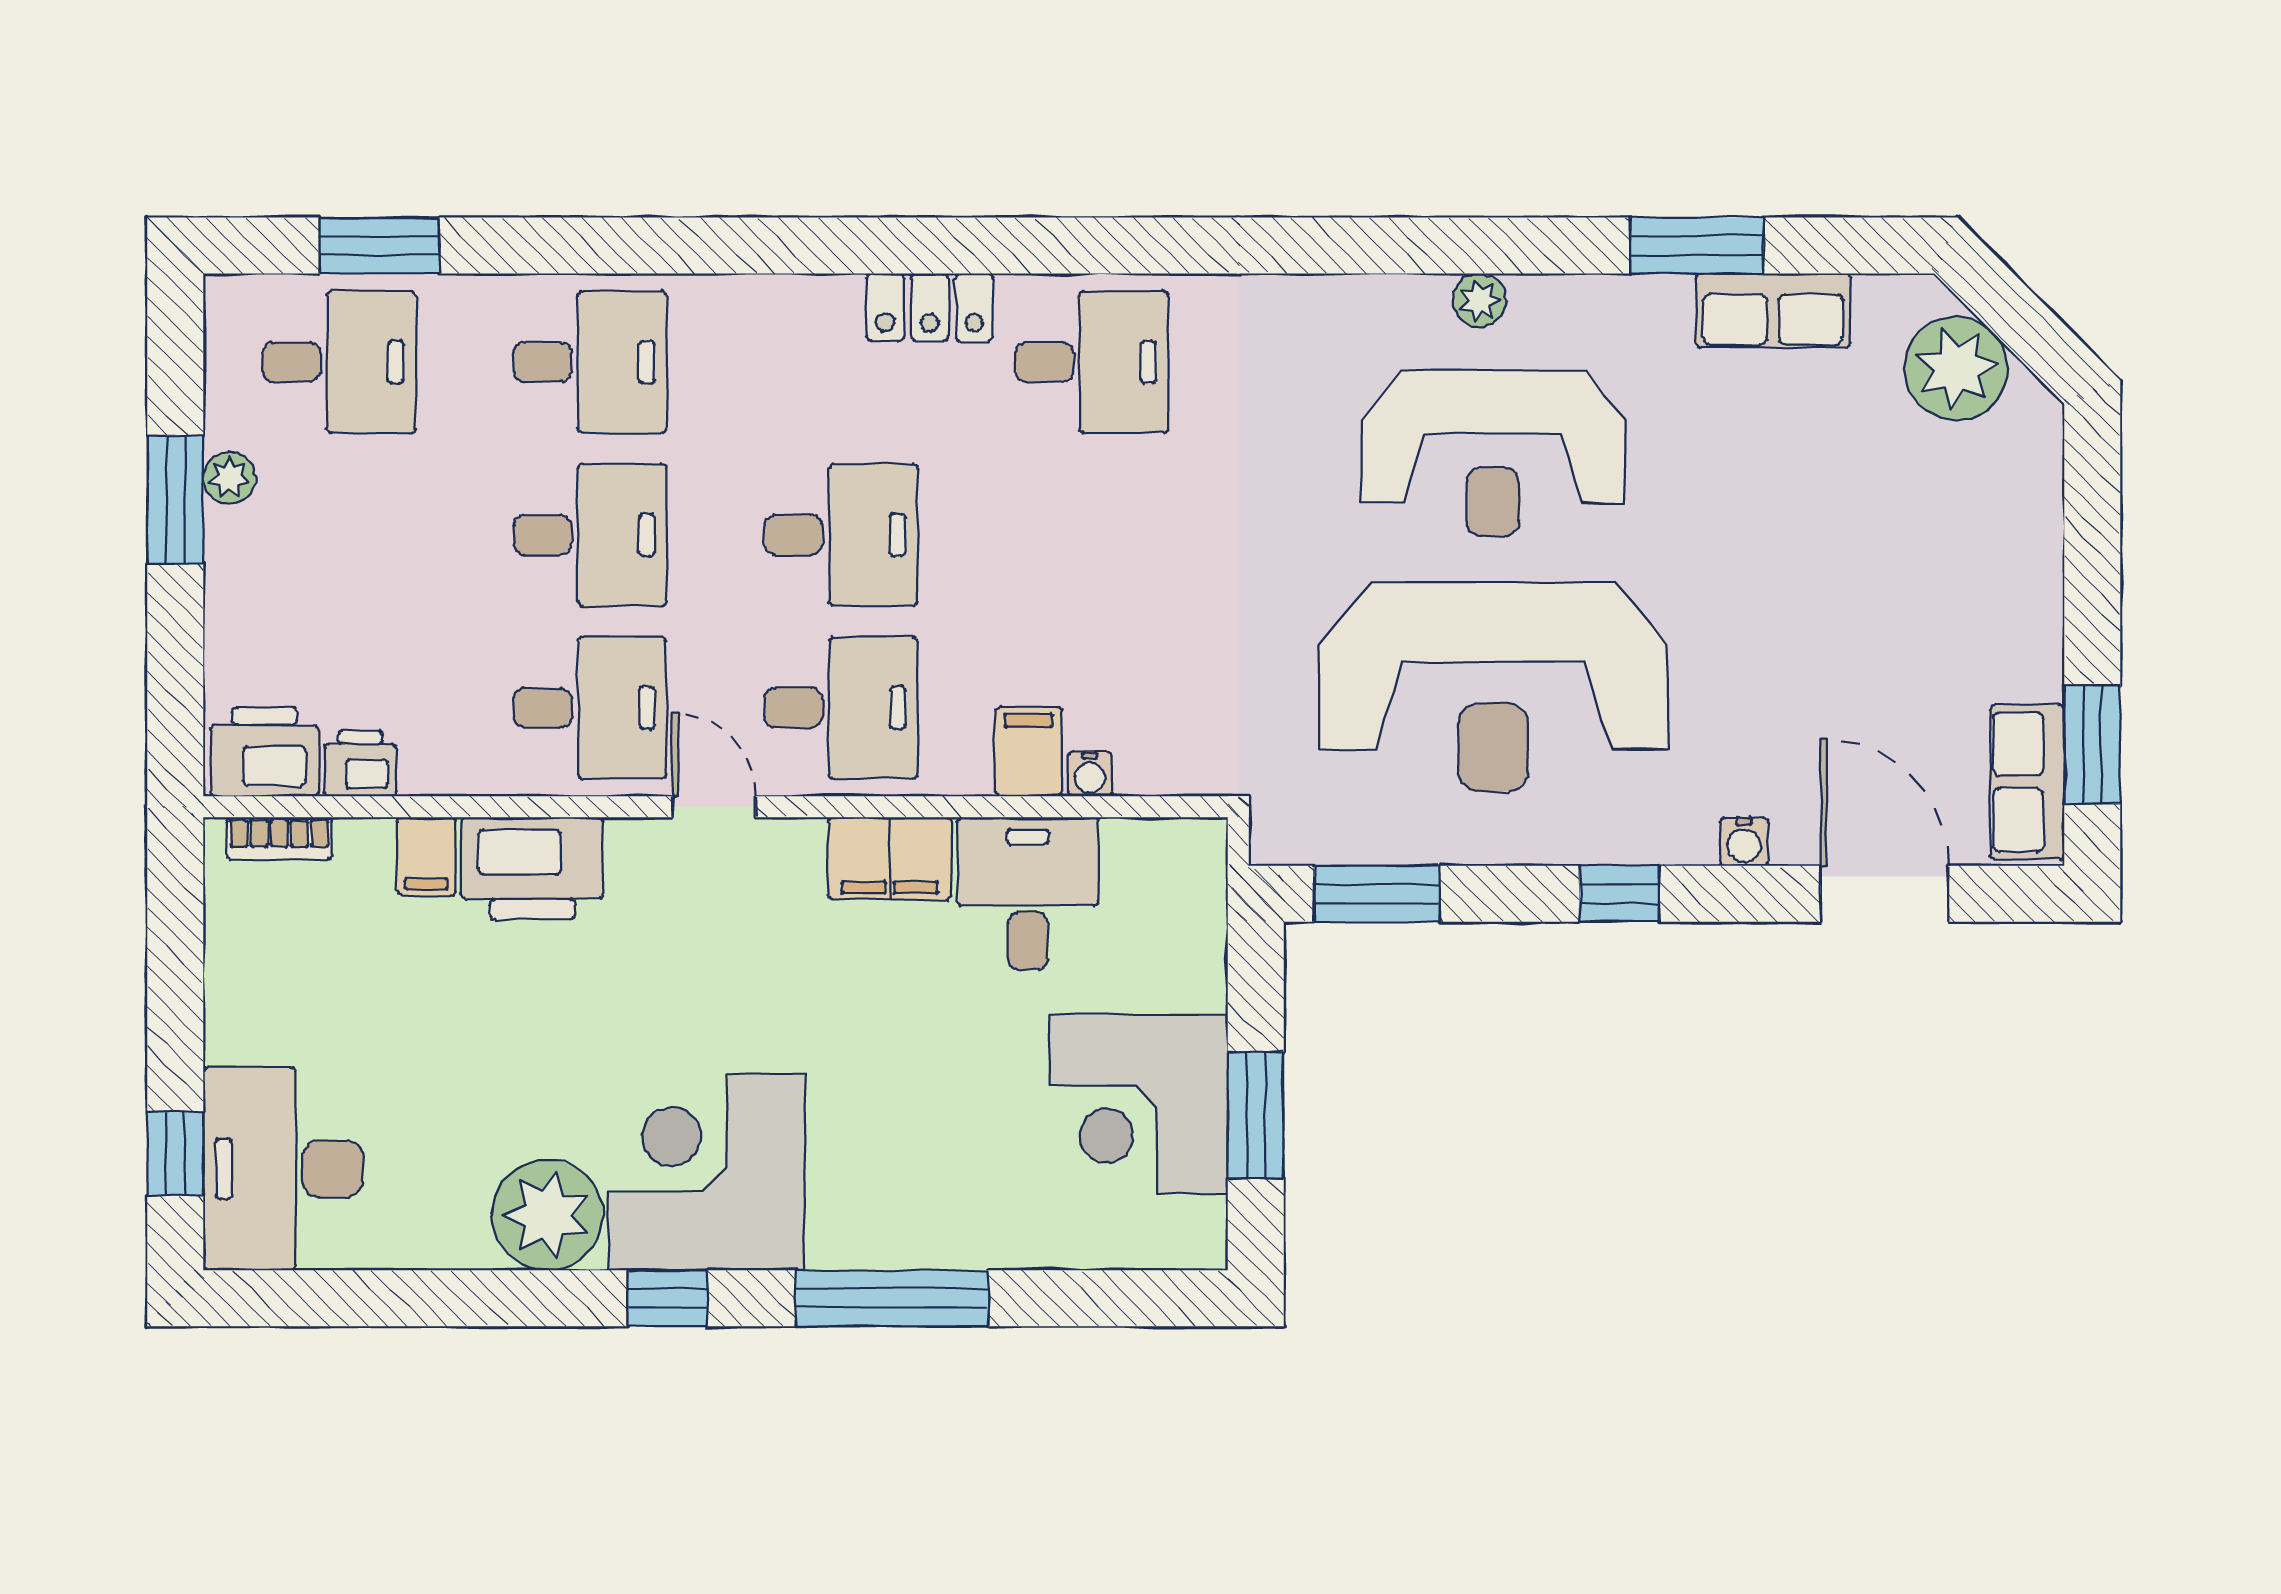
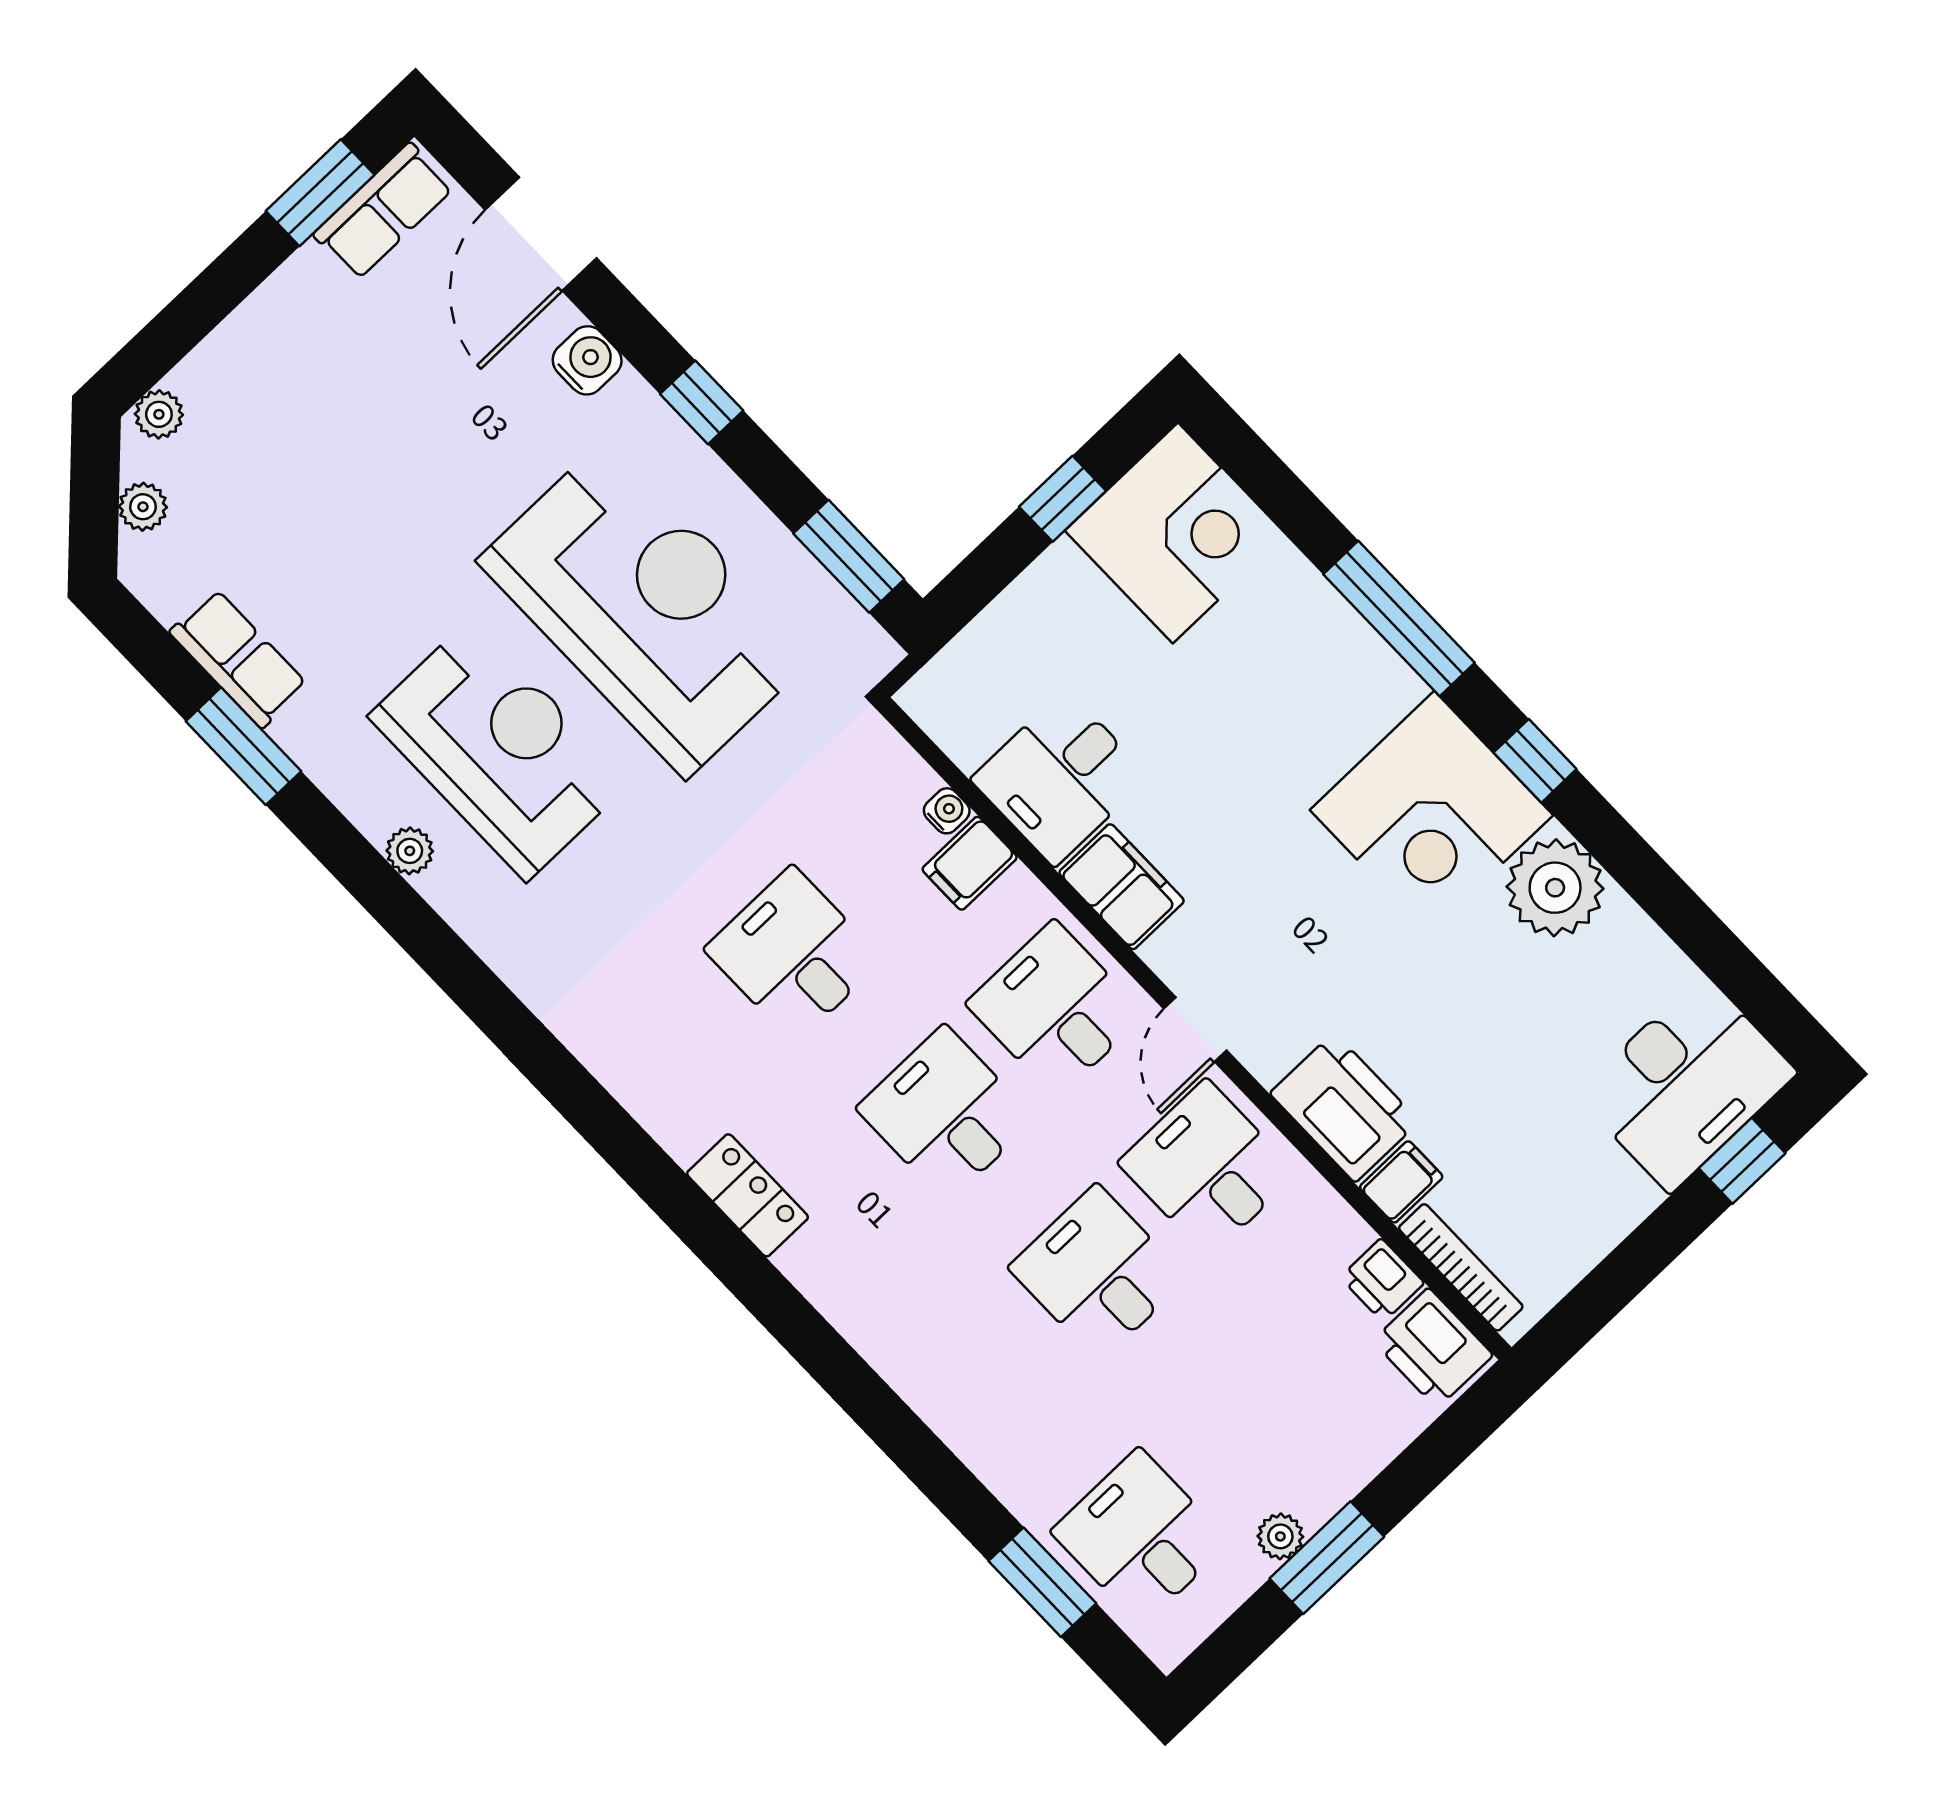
desk: (590, 362) -> (988, 1378), removed
desk: (1092, 362) -> (794, 955), moved
plant: (1956, 368) -> (143, 507), width x0.53, depth x0.53
plant: (2037, 437) -> (159, 414), added
bookcase: (279, 838) -> (1461, 1267), width x1.56
water cooler: (1744, 842) -> (587, 360), width x1.38, depth x1.38
corner desk: (1139, 1104) -> (1175, 533), moved
window: (1256, 1115) -> (1063, 499), width x0.67

